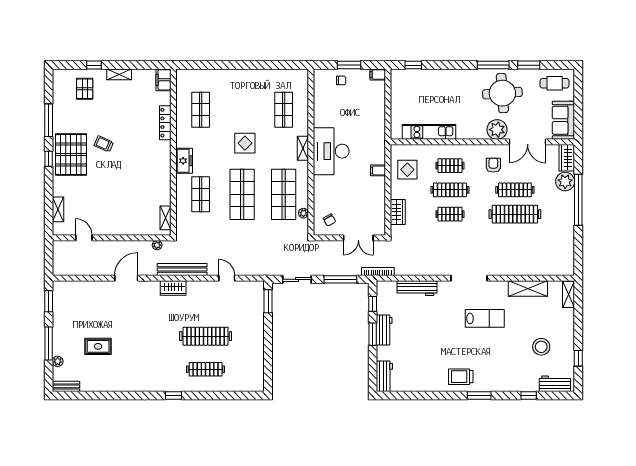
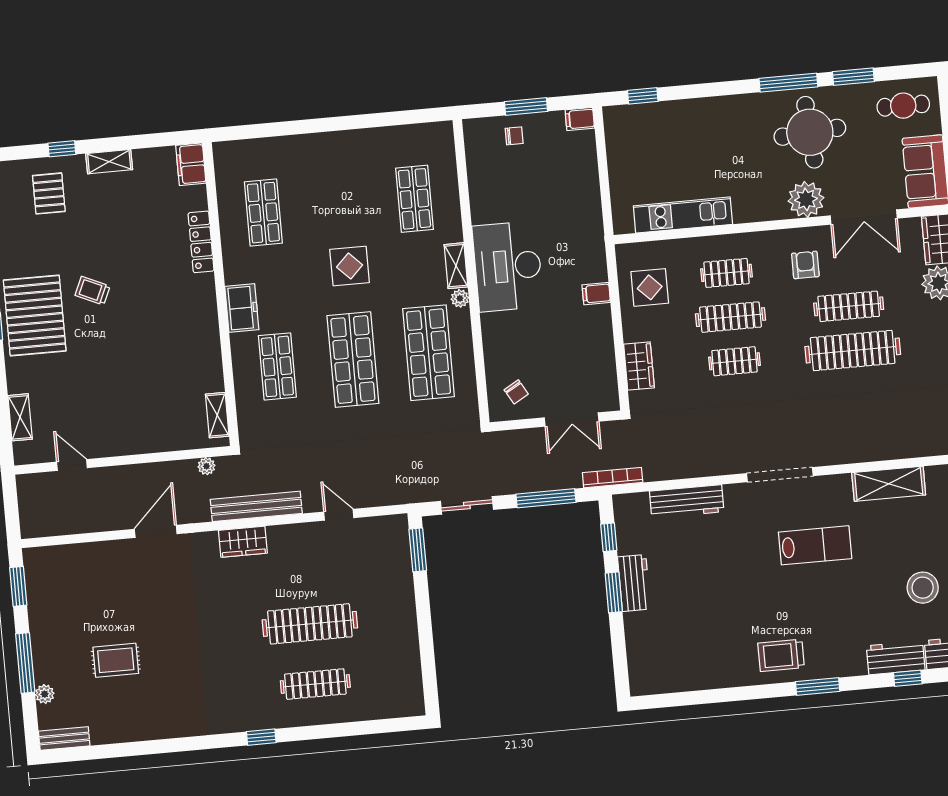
plant: (303, 213) -> (460, 298), moved
workbench: (384, 376) -> (896, 658), moved, turned -90

